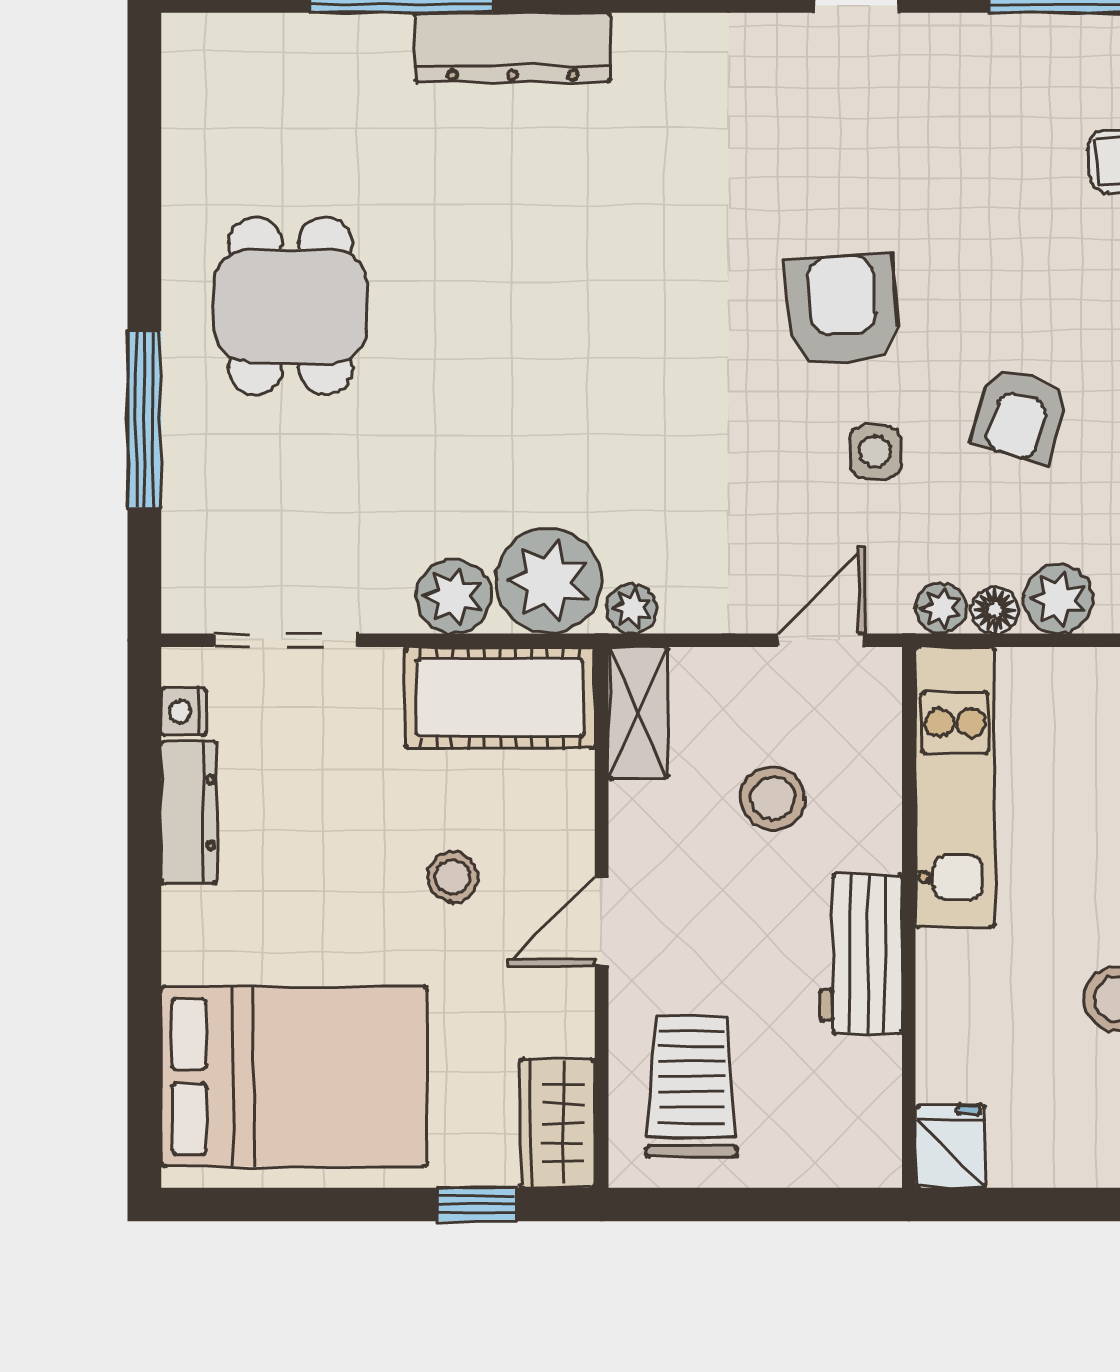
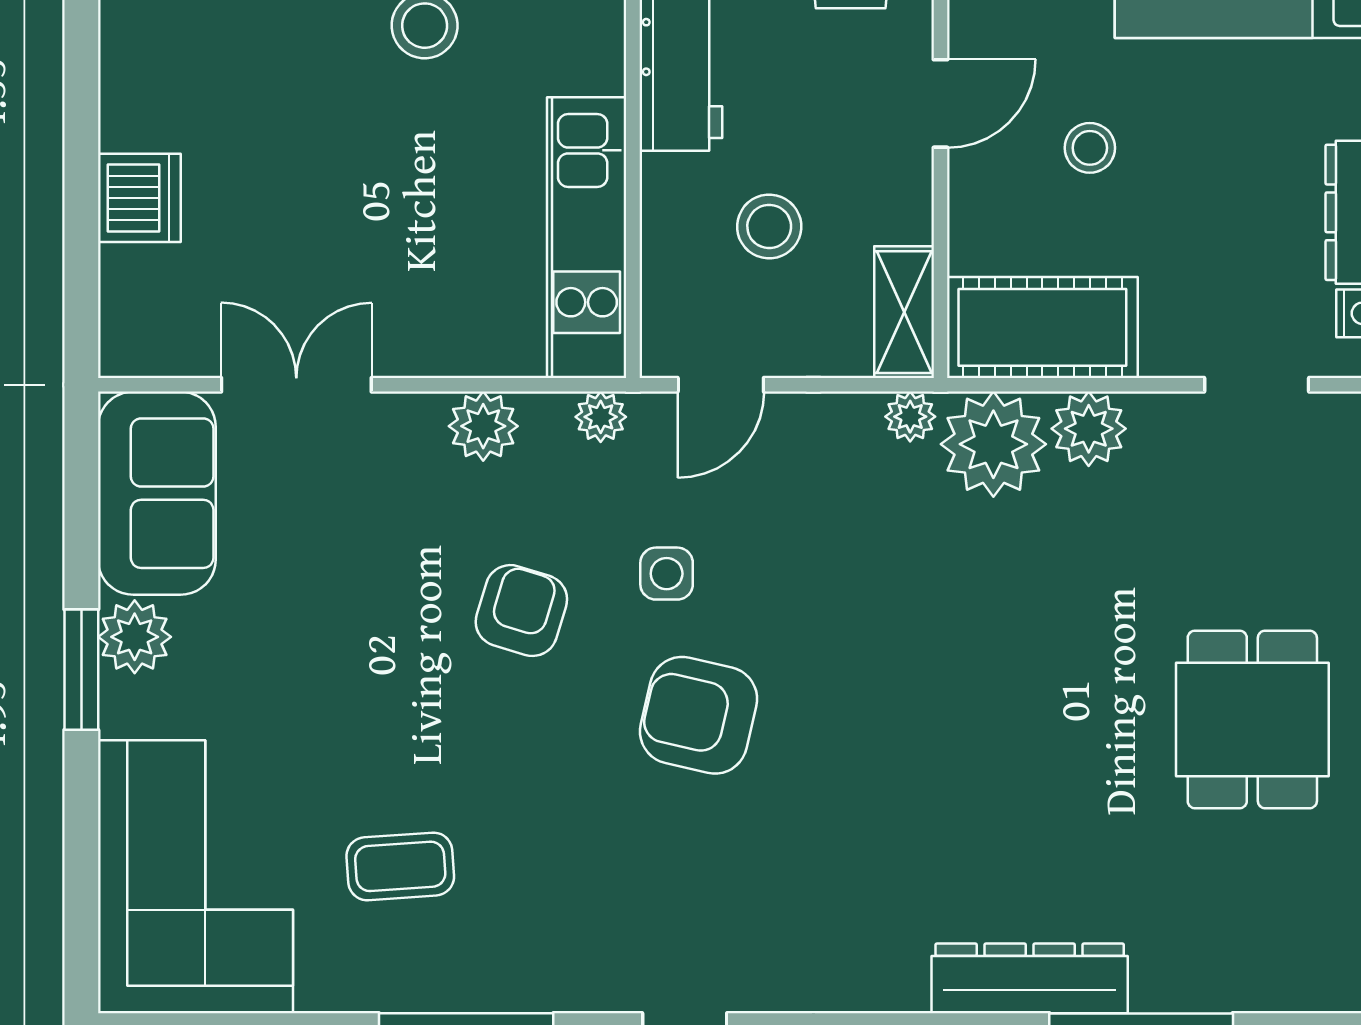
armchair: (843, 310) -> (699, 715), turned 108
floor lamp: (995, 610) -> (547, 415), removed
doorway: (286, 640) -> (1257, 385), width x0.73

